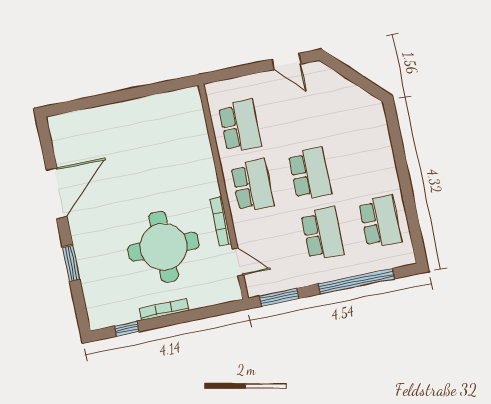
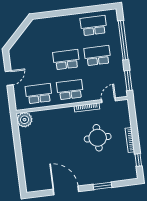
door: (286, 62) -> (9, 78), moved
plant: (187, 102) -> (25, 120), added
round table: (163, 247) -> (98, 138), width x0.73, depth x0.73

